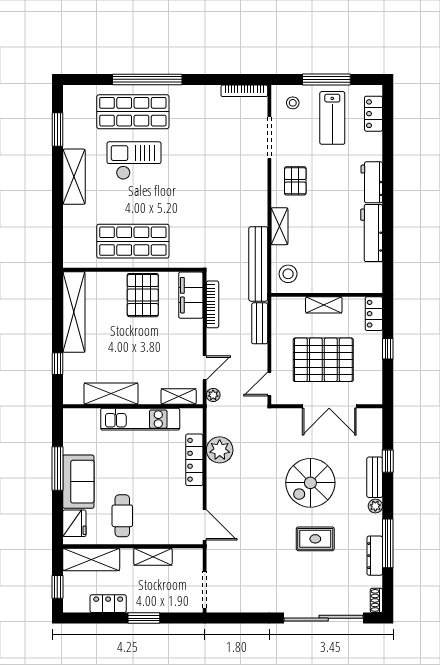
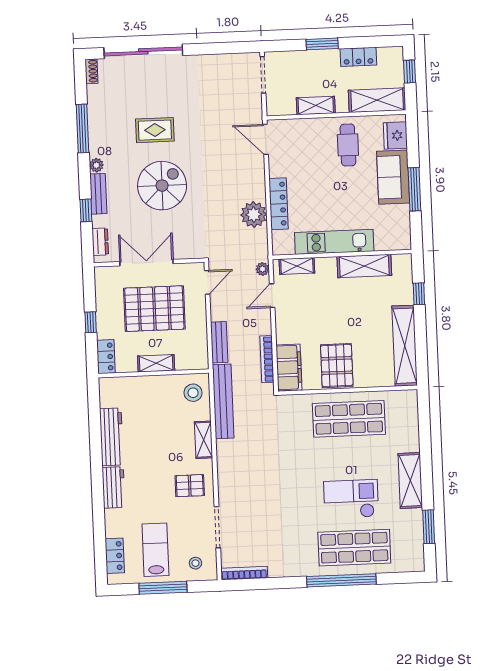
checkout: (134, 161) -> (351, 499), turned 180
pallet: (295, 181) -> (190, 486), turned 90
dresser: (375, 556) -> (100, 242), moved, width x0.70

